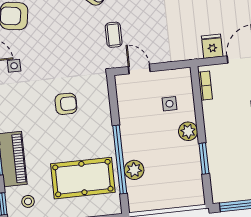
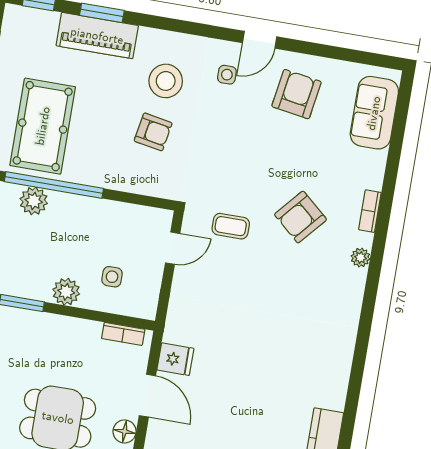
armchair: (66, 104) -> (153, 132), turned -80
stool: (28, 201) -> (166, 81), moved, width x1.89, depth x1.89

